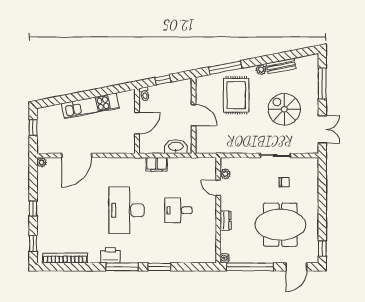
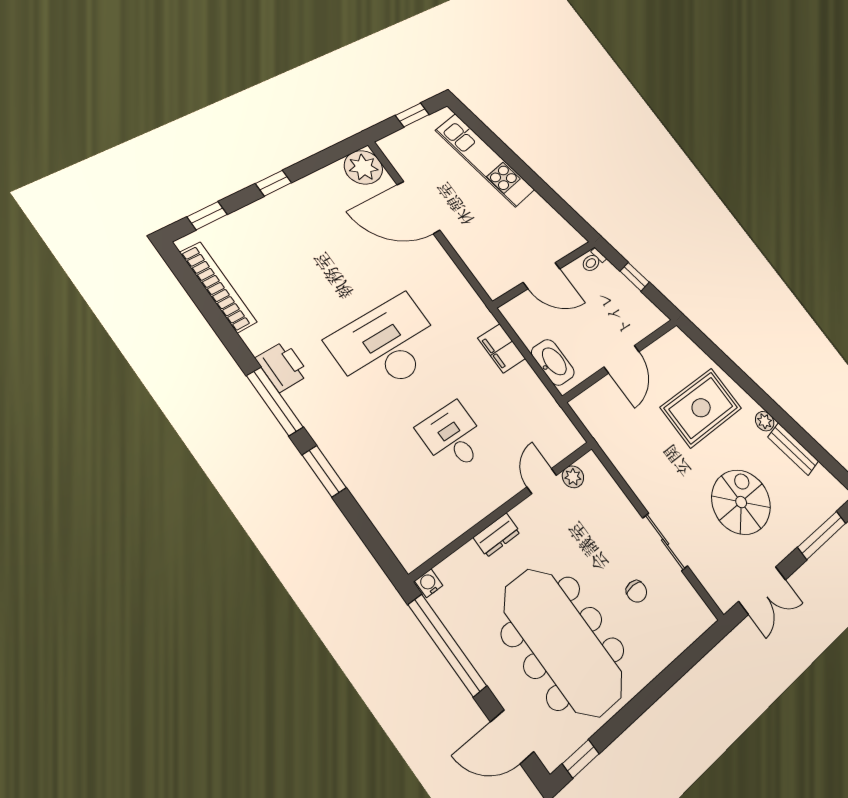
window: (225, 68) -> (724, 362), removed
kitchen unit: (90, 106) -> (485, 160), moved
plant: (42, 162) -> (363, 167), width x1.88, depth x1.88
meeting table: (280, 225) -> (563, 642), width x1.36

